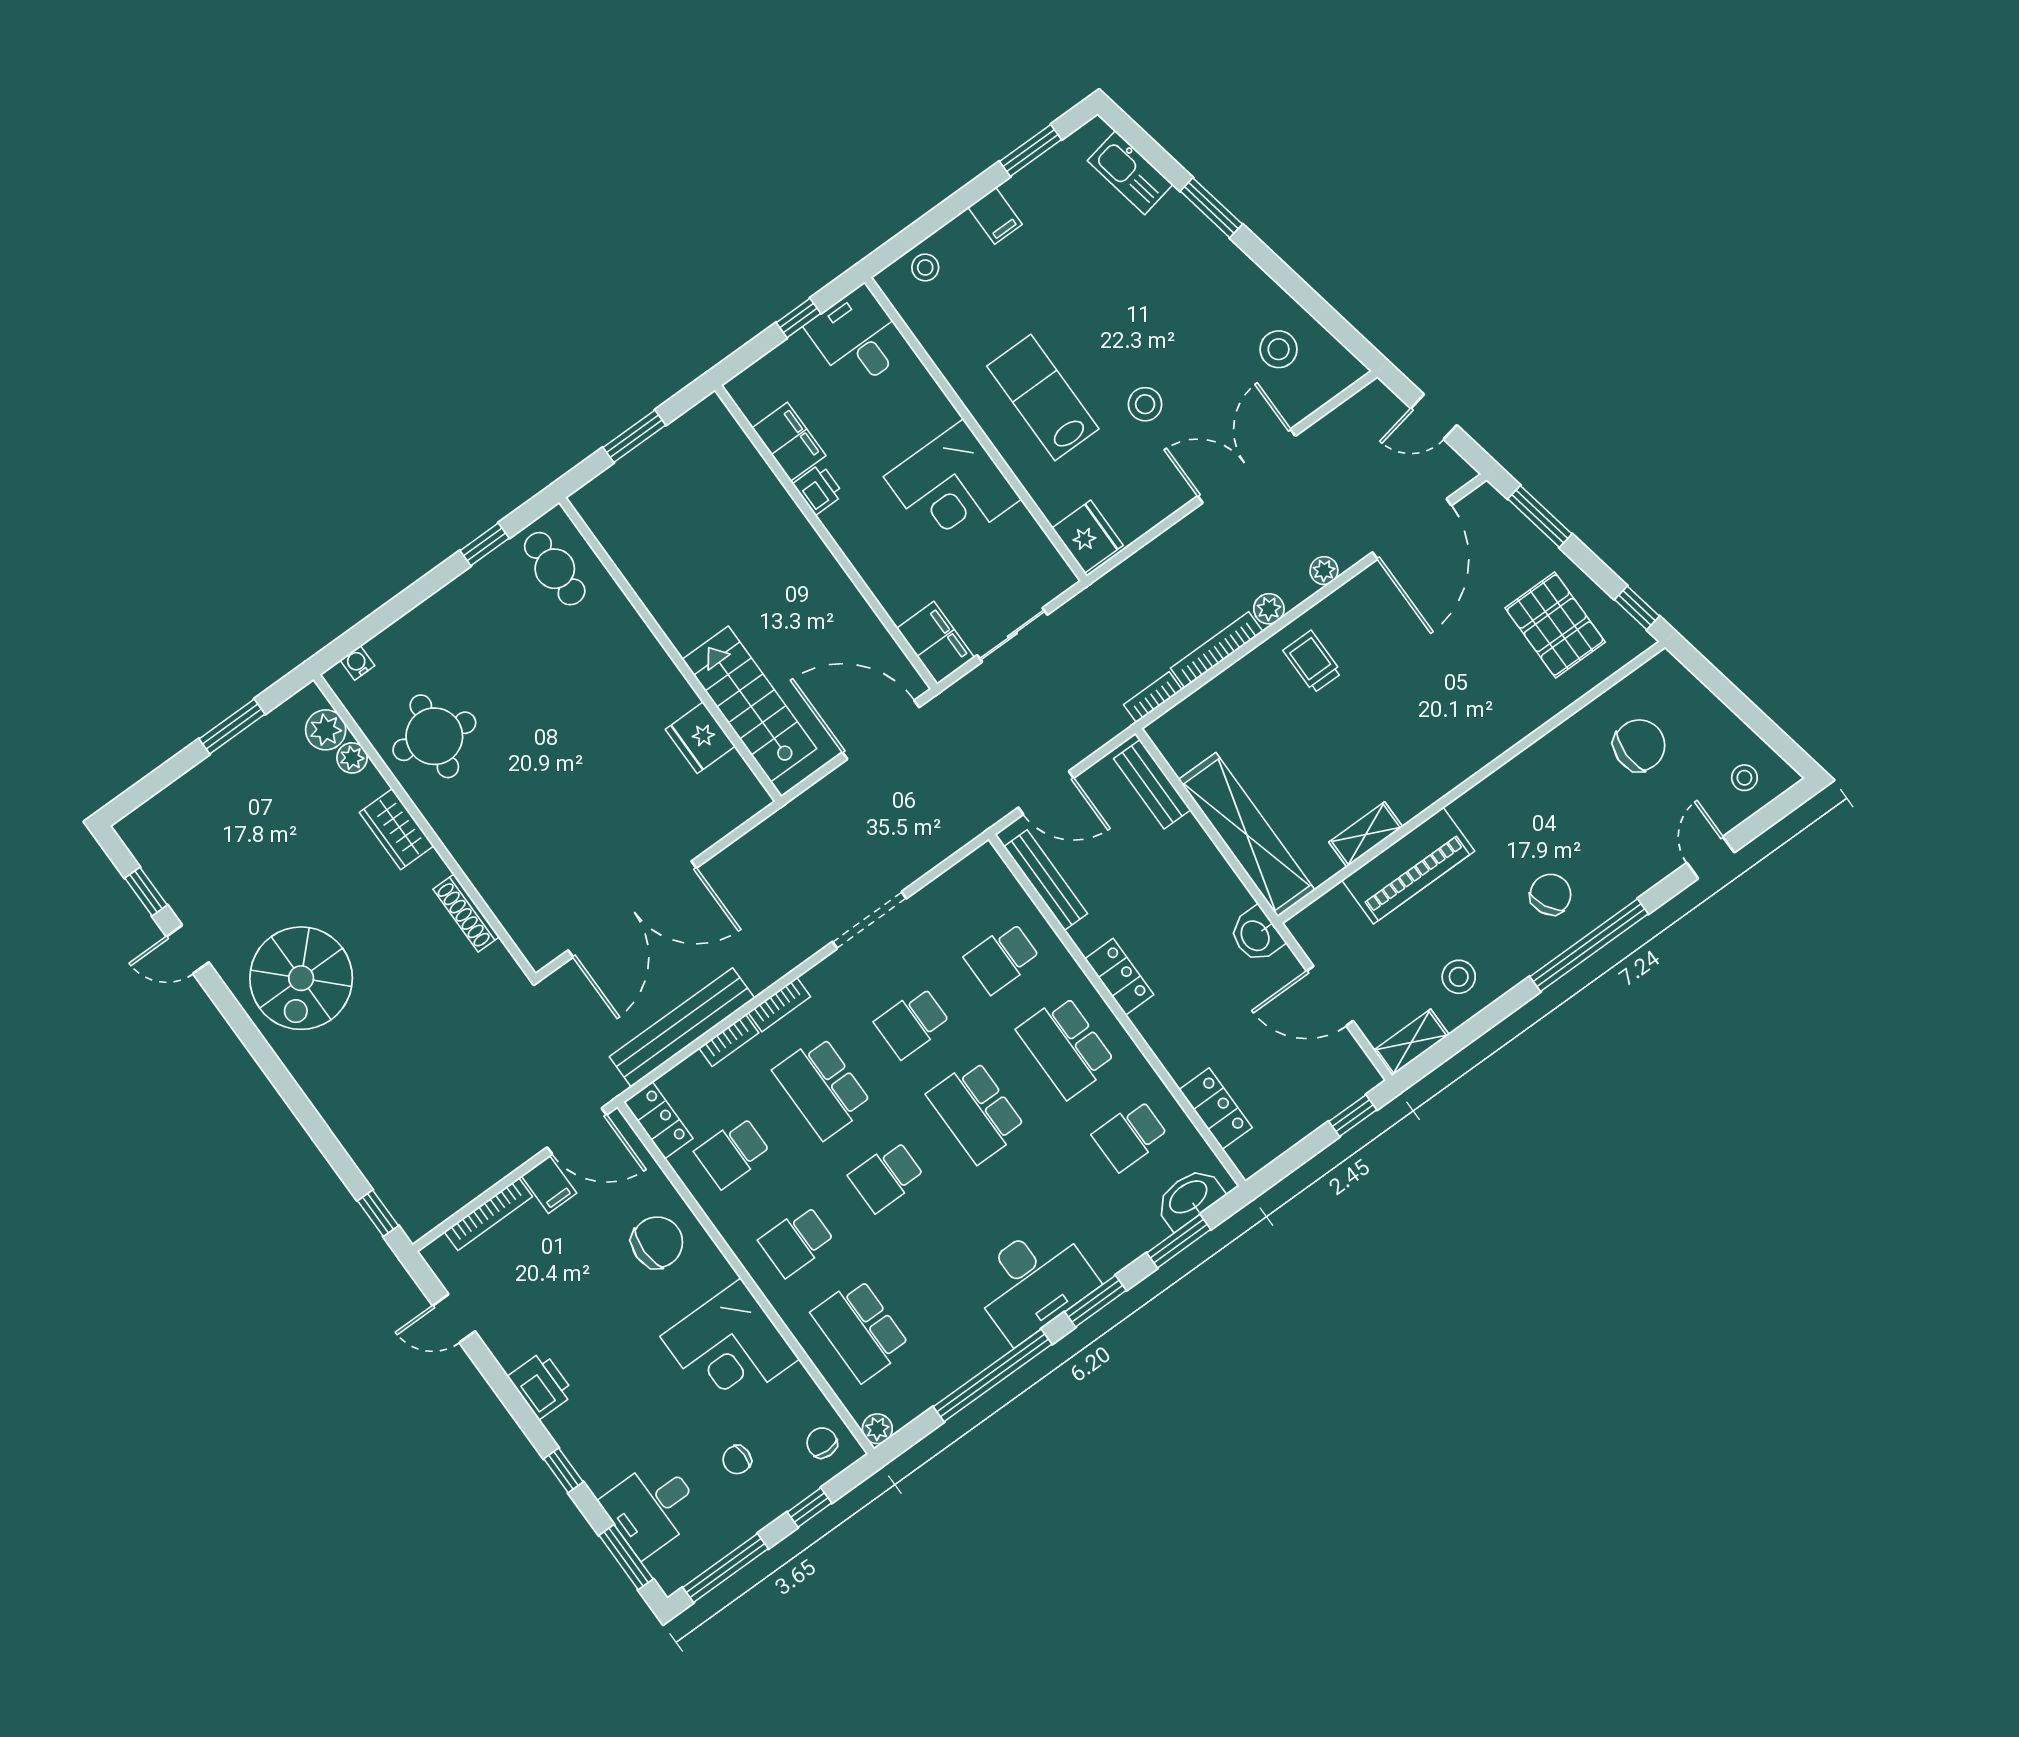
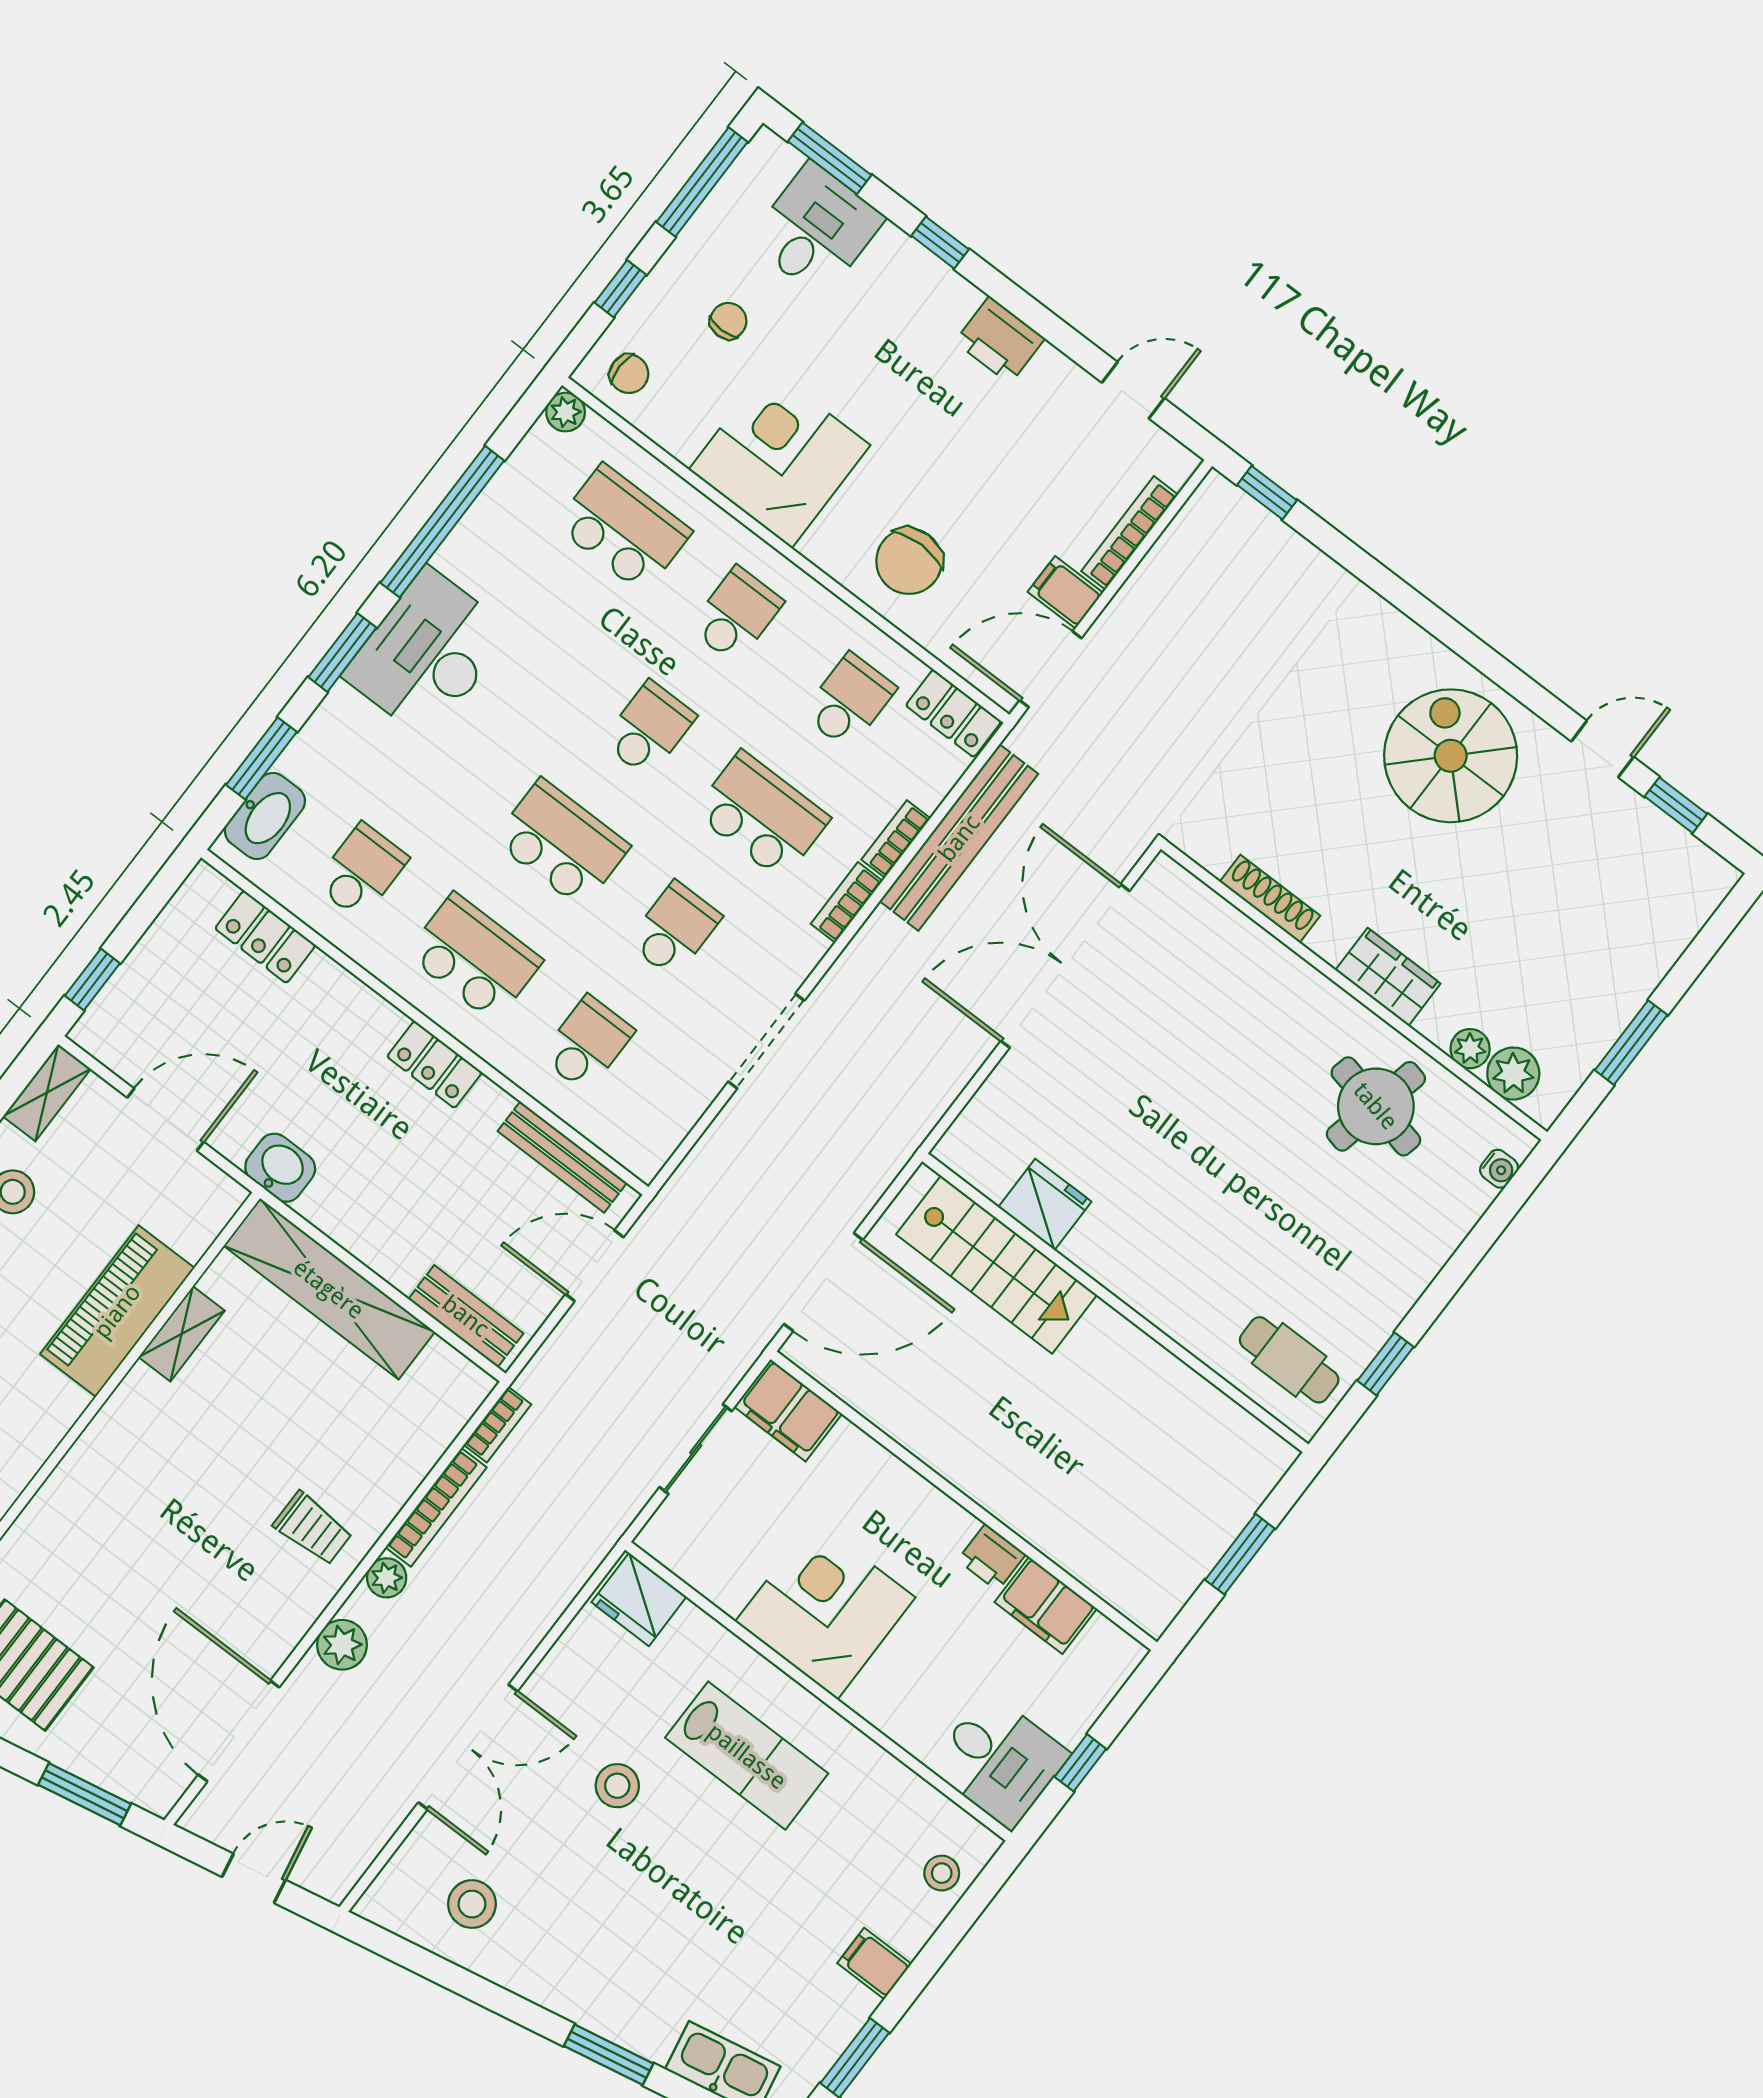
plant: (1324, 571) -> (342, 1645), width x1.38, depth x1.38

